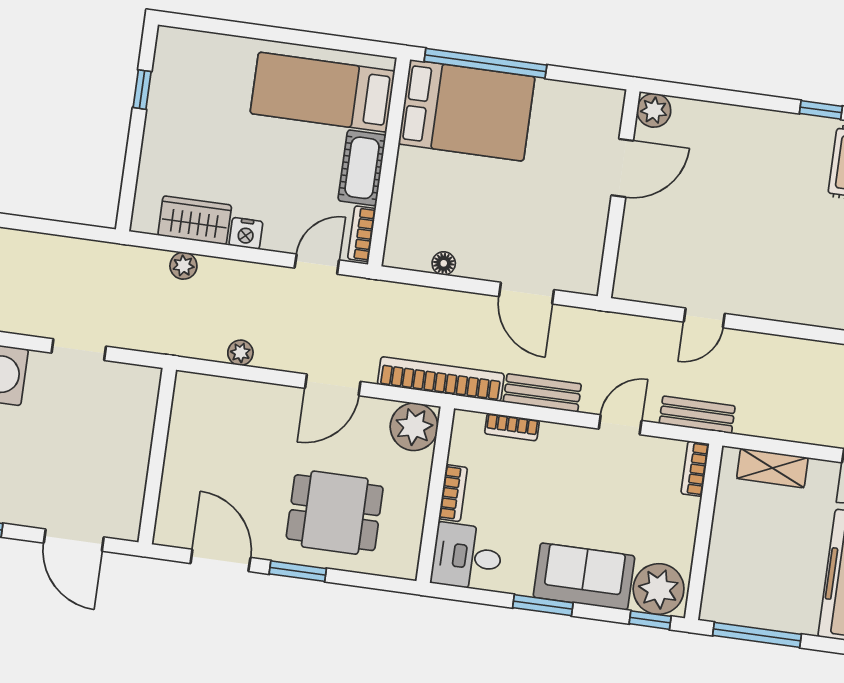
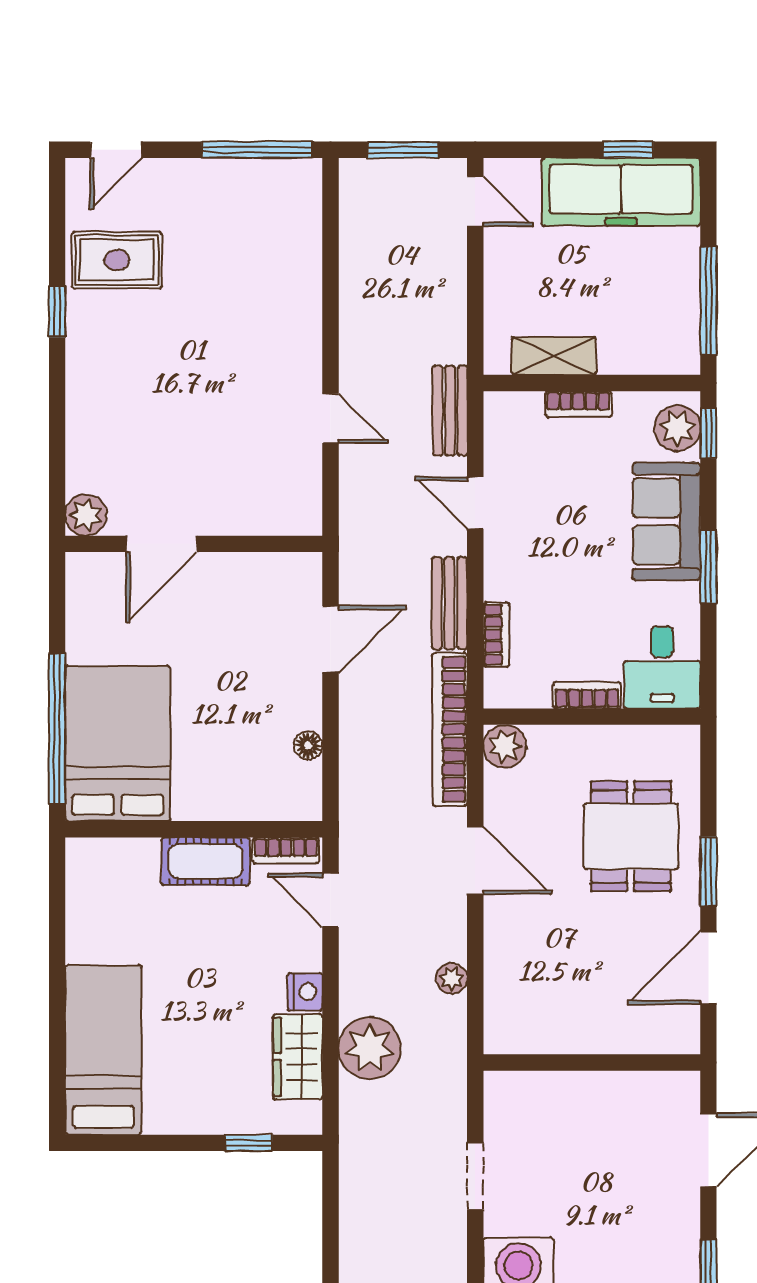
window: (142, 90) -> (249, 1143), moved
bed: (323, 92) -> (103, 1050), moved, turned 180
door: (622, 168) -> (162, 544), swing flipped
plant: (183, 266) -> (370, 1048), width x1.88, depth x1.88
plant: (414, 427) -> (505, 746), width x0.73, depth x0.73
shelving: (772, 468) -> (554, 356), moved, turned 90
bookcase: (695, 469) -> (579, 404), moved
plant: (659, 589) -> (677, 428), width x0.73, depth x0.73

